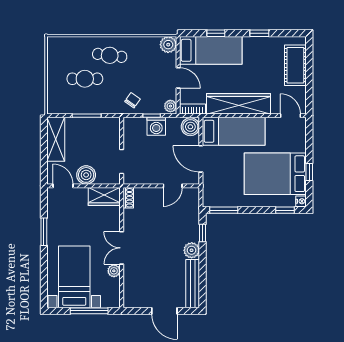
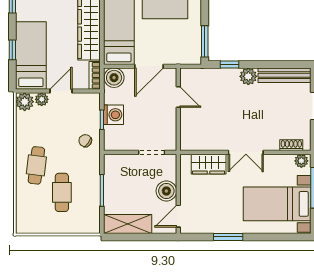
plant: (170, 106) -> (42, 99), moved
wardrobe: (104, 196) -> (209, 164), moved, turned 90
shoe rack: (128, 198) -> (291, 145), moved
plant: (114, 271) -> (301, 161), moved

